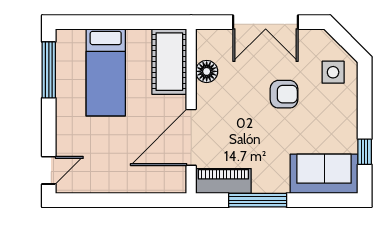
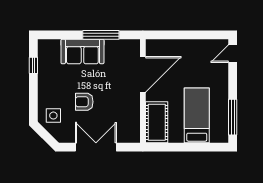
floor lamp: (207, 71) -> (133, 116), removed
sofa: (324, 174) -> (82, 51), moved
piano: (223, 181) -> (123, 47), removed

